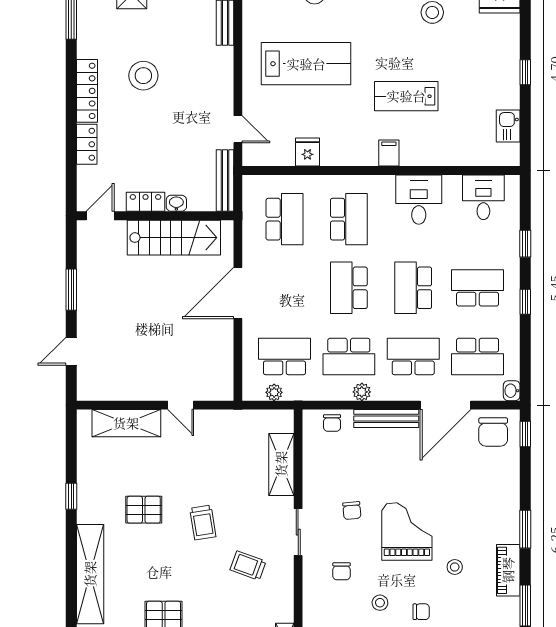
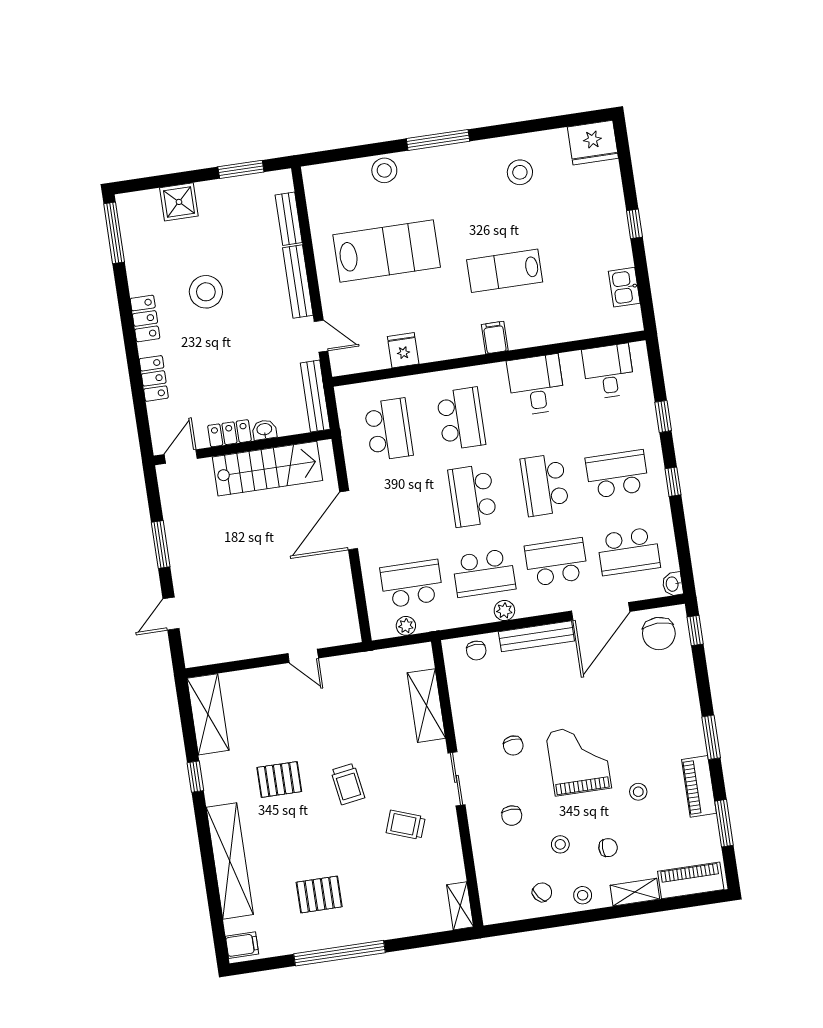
bench: (225, 79) -> (298, 282), added
locker: (87, 91) -> (145, 318), width x0.66
shelving: (126, 423) -> (208, 714), moved, turned 90

